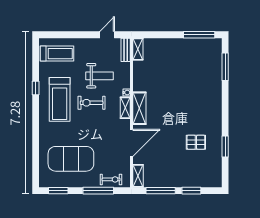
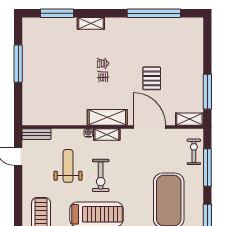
window: (199, 35) -> (18, 64), moved
shelving: (138, 49) -> (91, 23), moved
pallet: (196, 142) -> (152, 78), moved
window: (225, 146) -> (154, 13), width x2.11
window: (191, 191) -> (207, 54), removed

